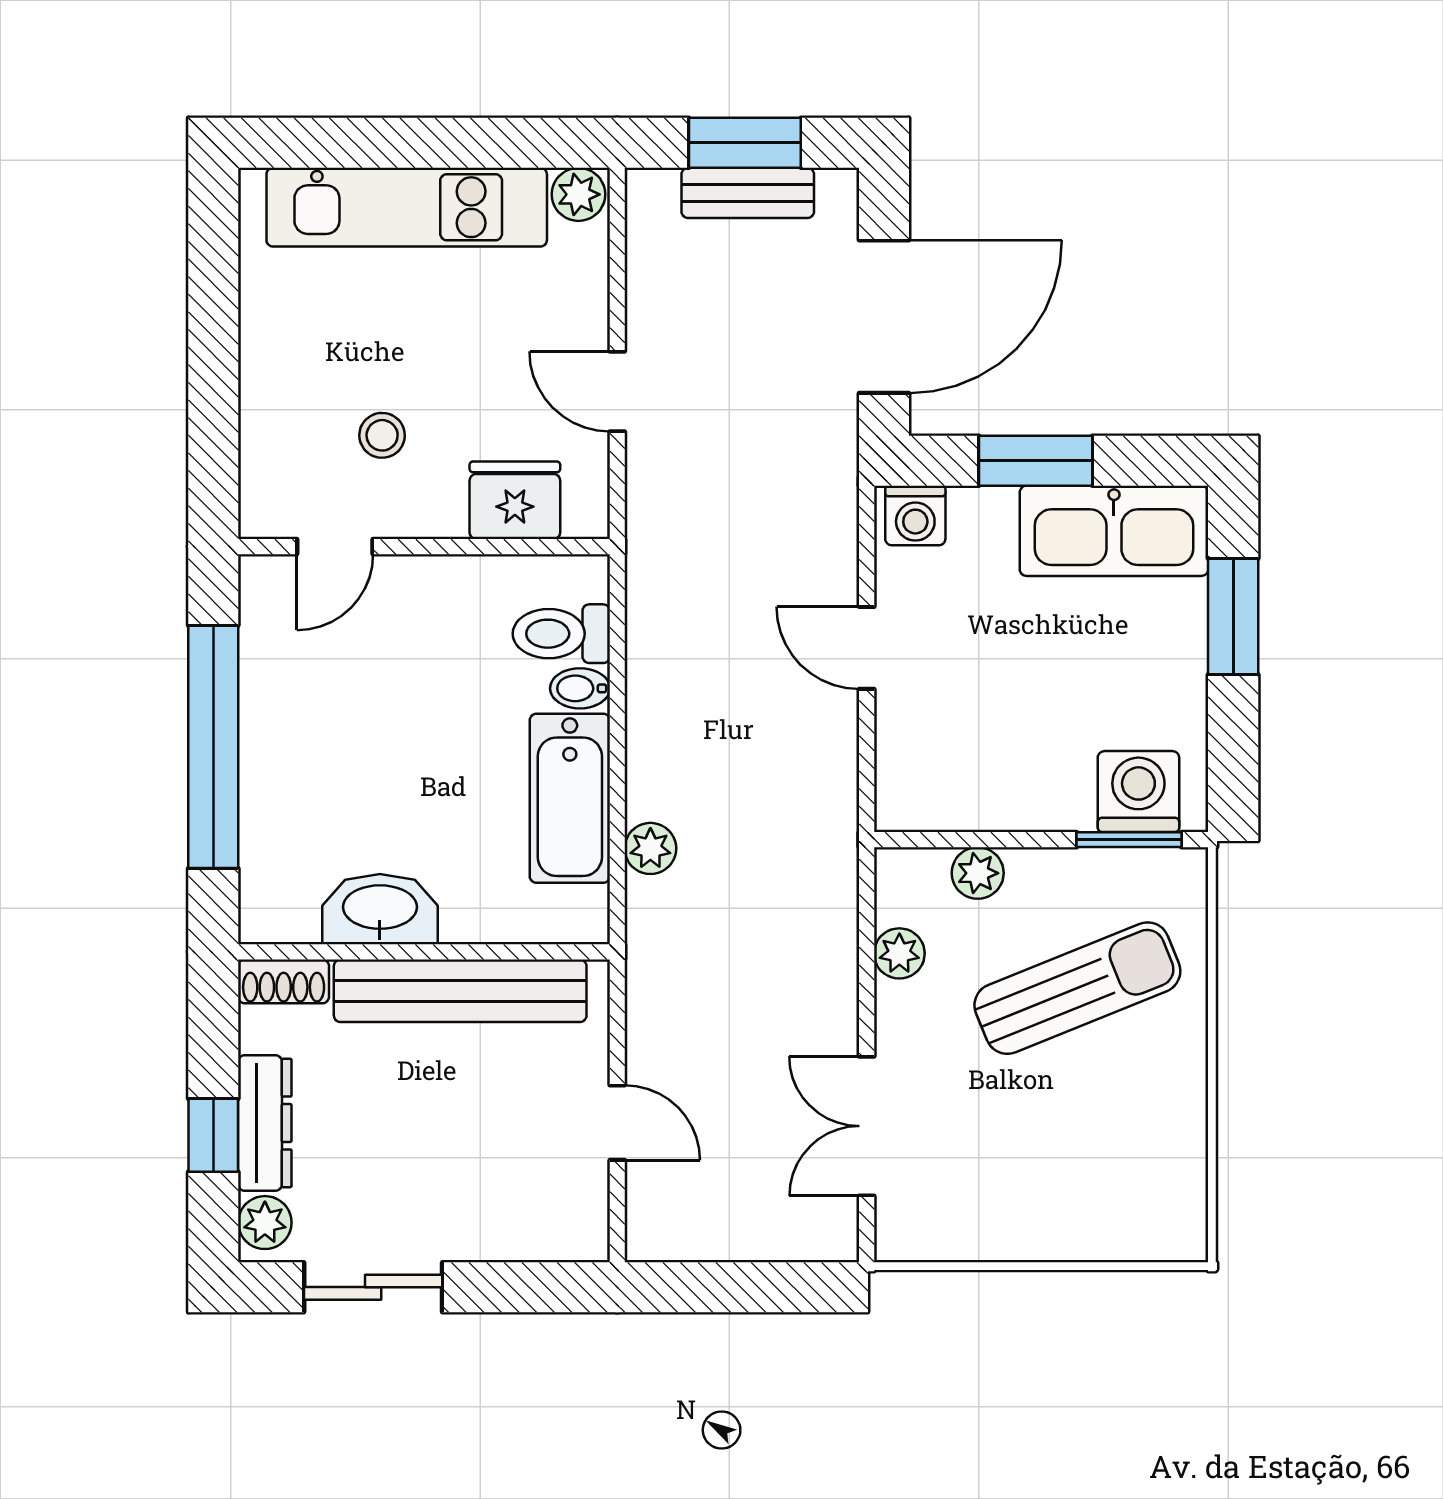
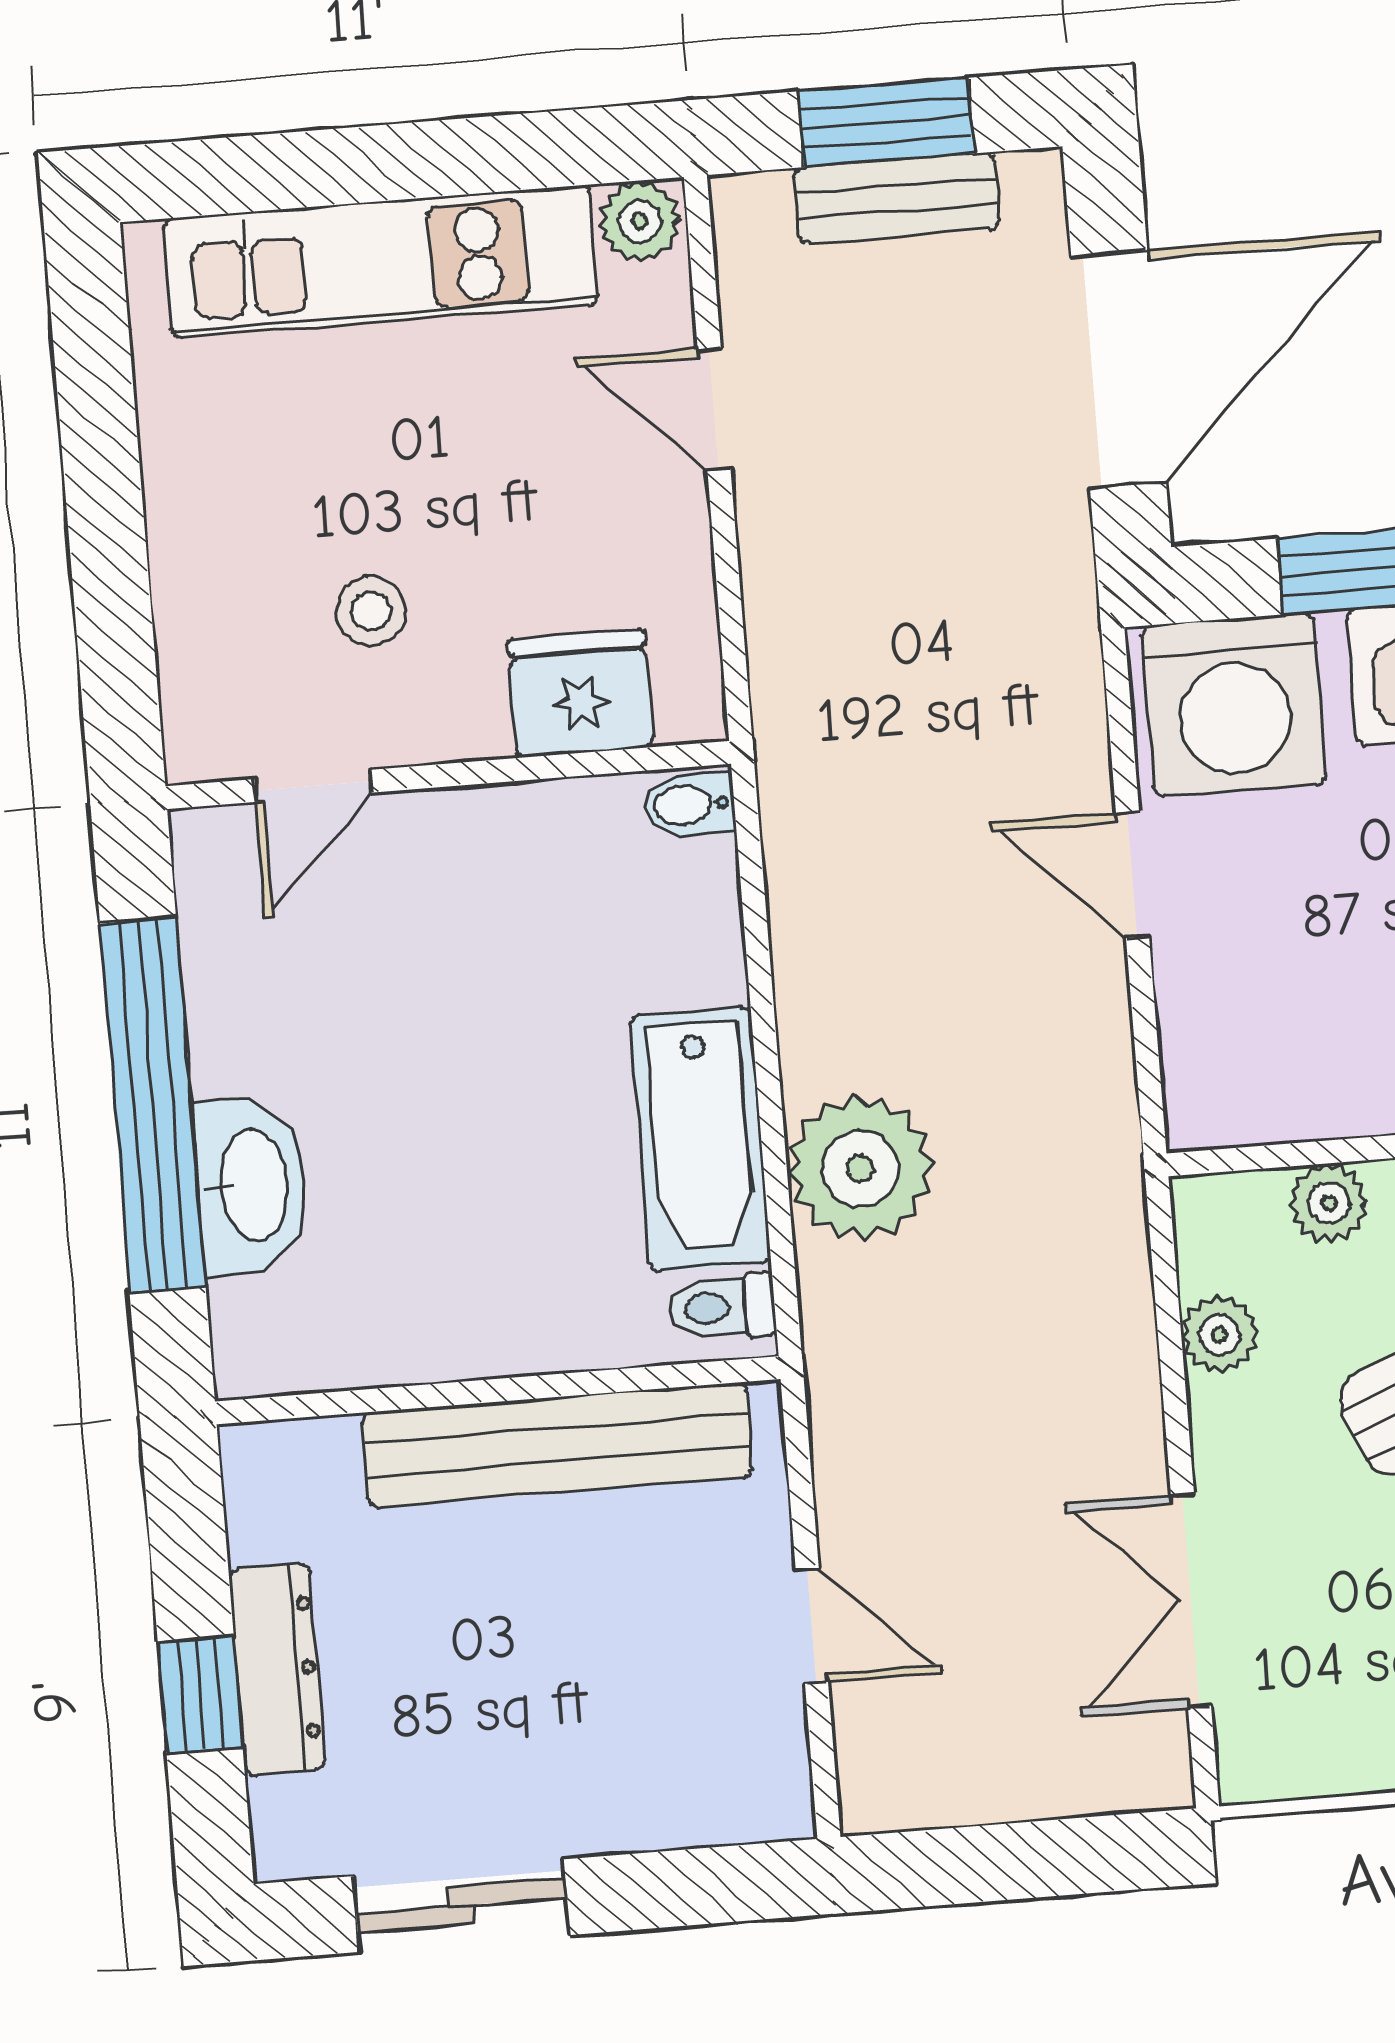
door: (617, 391) -> (714, 409), moved
washing machine: (915, 516) -> (1234, 705), width x1.89, depth x1.89
toilet: (561, 634) -> (721, 1307), moved, width x0.73, depth x0.72
bidet: (580, 688) -> (689, 805), moved
plant: (650, 848) -> (860, 1169), width x1.87, depth x1.87
washbasin: (380, 909) -> (251, 1185), moved, turned 90
shoe rack: (284, 981) -> (288, 1452), removed
plant: (265, 1223) -> (289, 1821), removed

